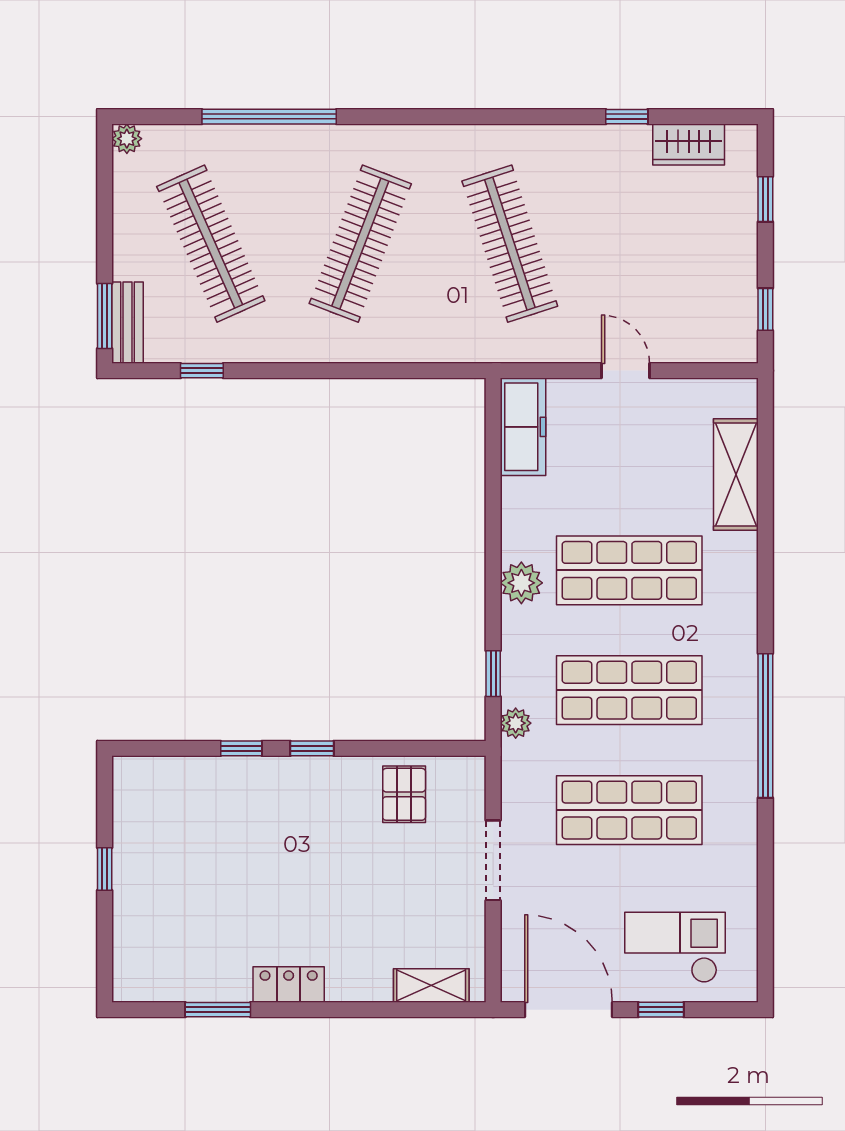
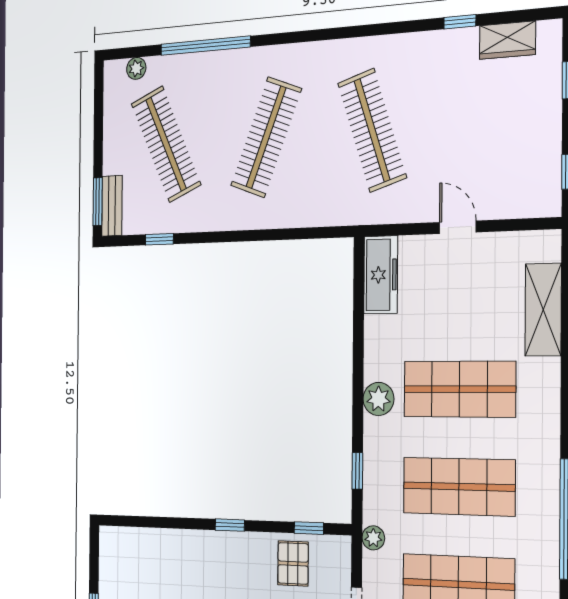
plant: (127, 139) -> (136, 68), moved
plant: (516, 723) -> (373, 538), moved
window: (241, 748) -> (309, 528), moved

